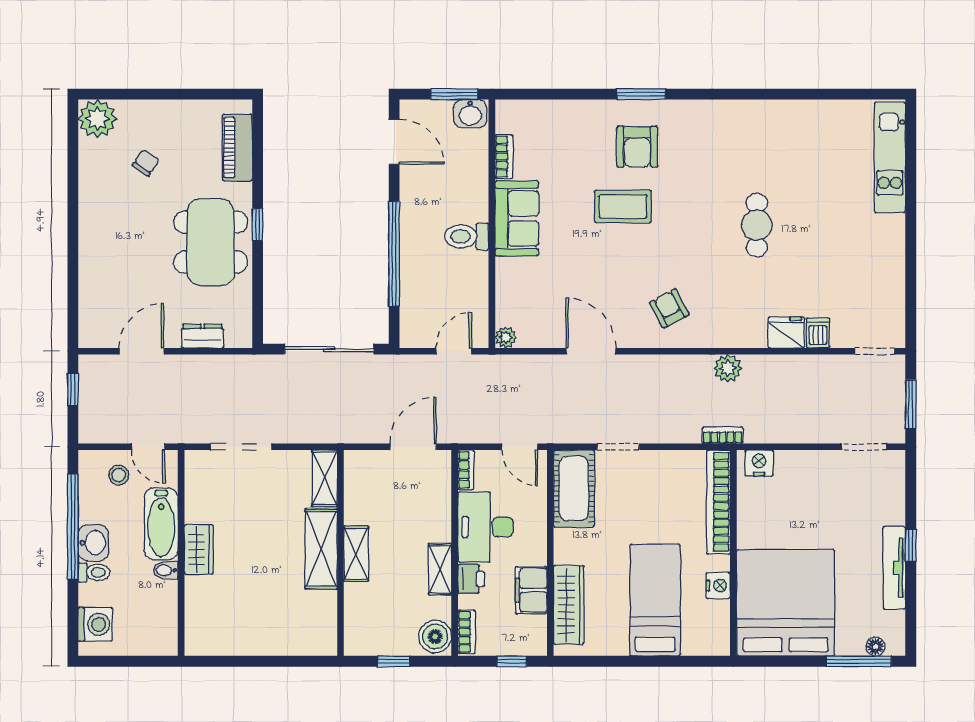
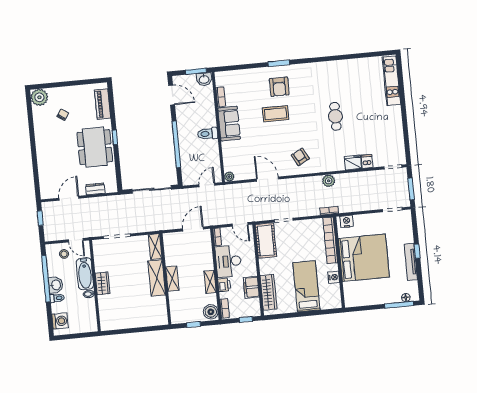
bed: (786, 603) -> (364, 258), moved, turned 90

